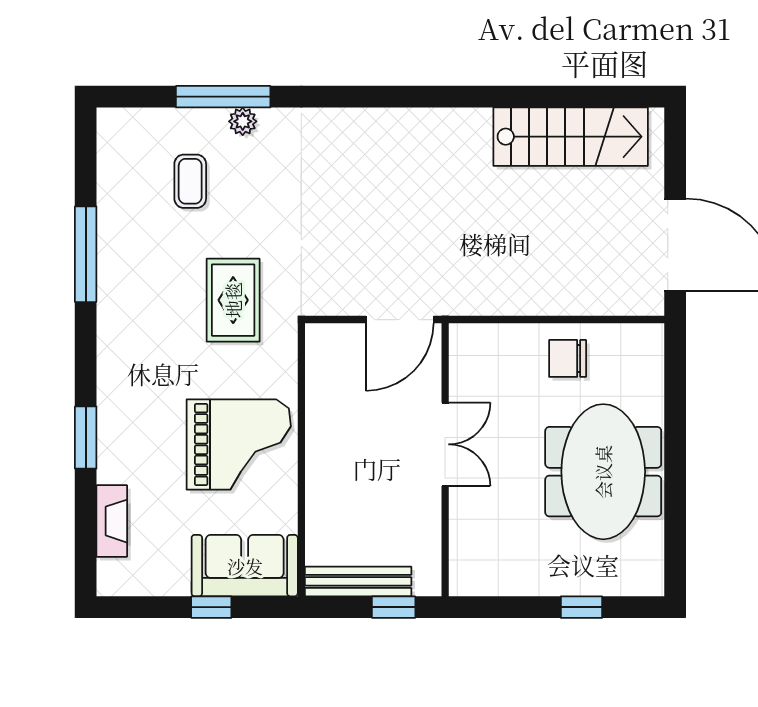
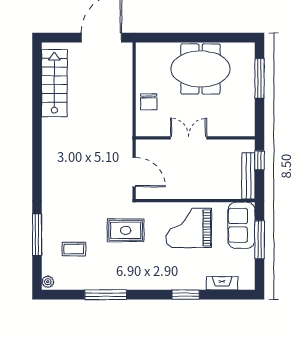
plant: (243, 121) -> (48, 282), moved
door: (400, 320) -> (134, 172), moved
chair: (568, 358) -> (149, 102), moved
grand piano: (239, 444) -> (189, 228), turned -90
window: (211, 607) -> (260, 240), width x2.17
window: (582, 607) -> (260, 78), width x2.17

